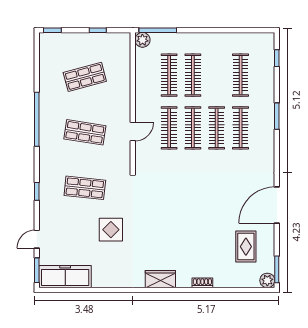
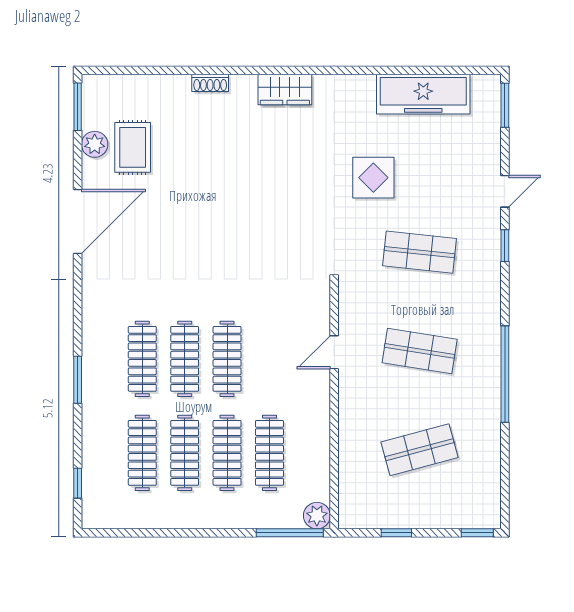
clothes rail: (169, 128) -> (185, 453), moved
door: (37, 239) -> (505, 191), moved
freezer: (65, 277) -> (423, 94), moved
plant: (267, 280) -> (95, 144), moved

